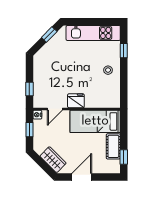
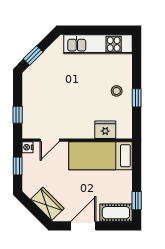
window: (49, 35) -> (33, 55), moved
window: (124, 51) -> (137, 98), moved
fridge: (76, 101) -> (105, 130), moved
cot: (113, 146) -> (116, 213), moved, turned 90

